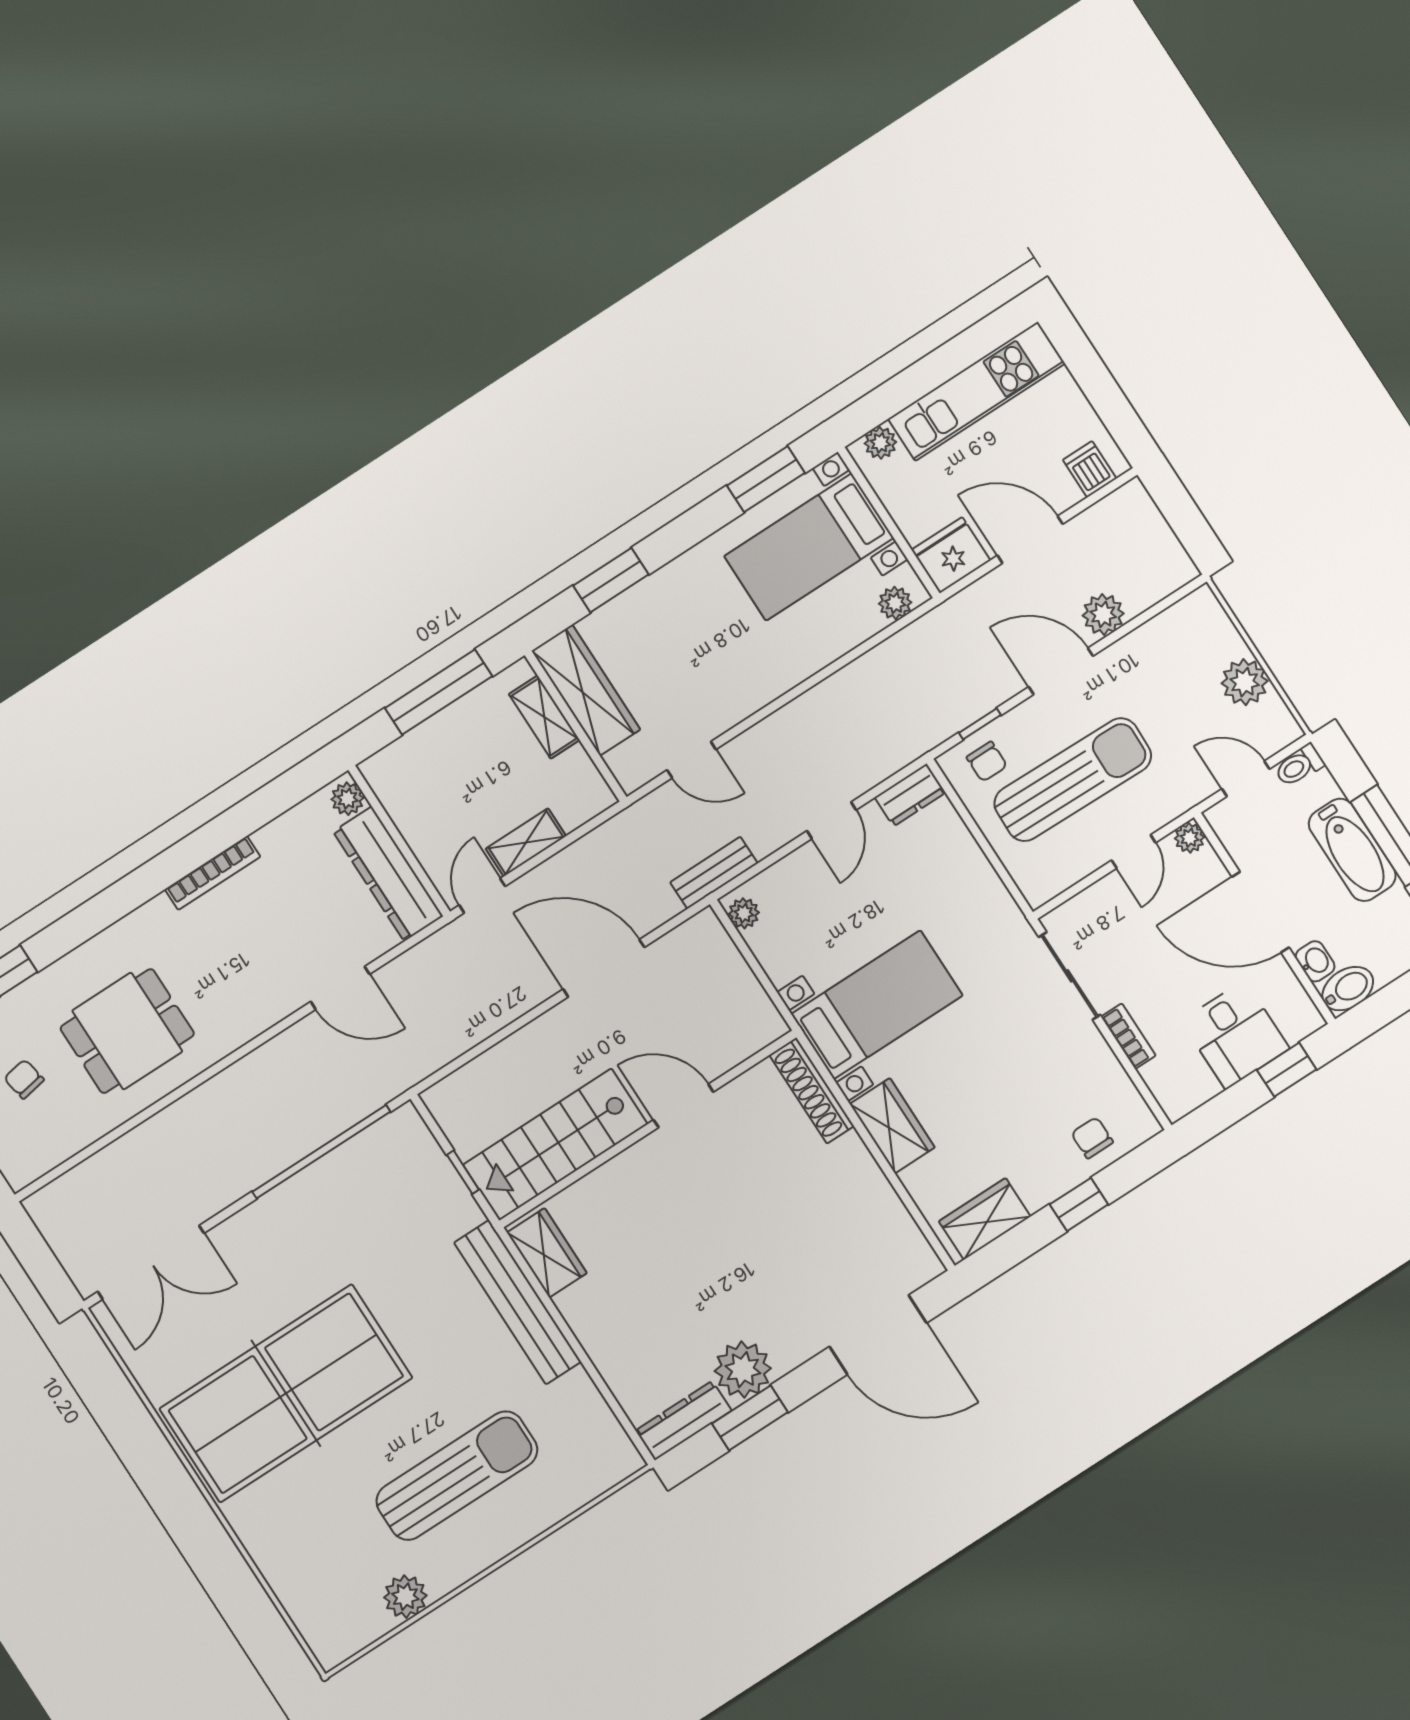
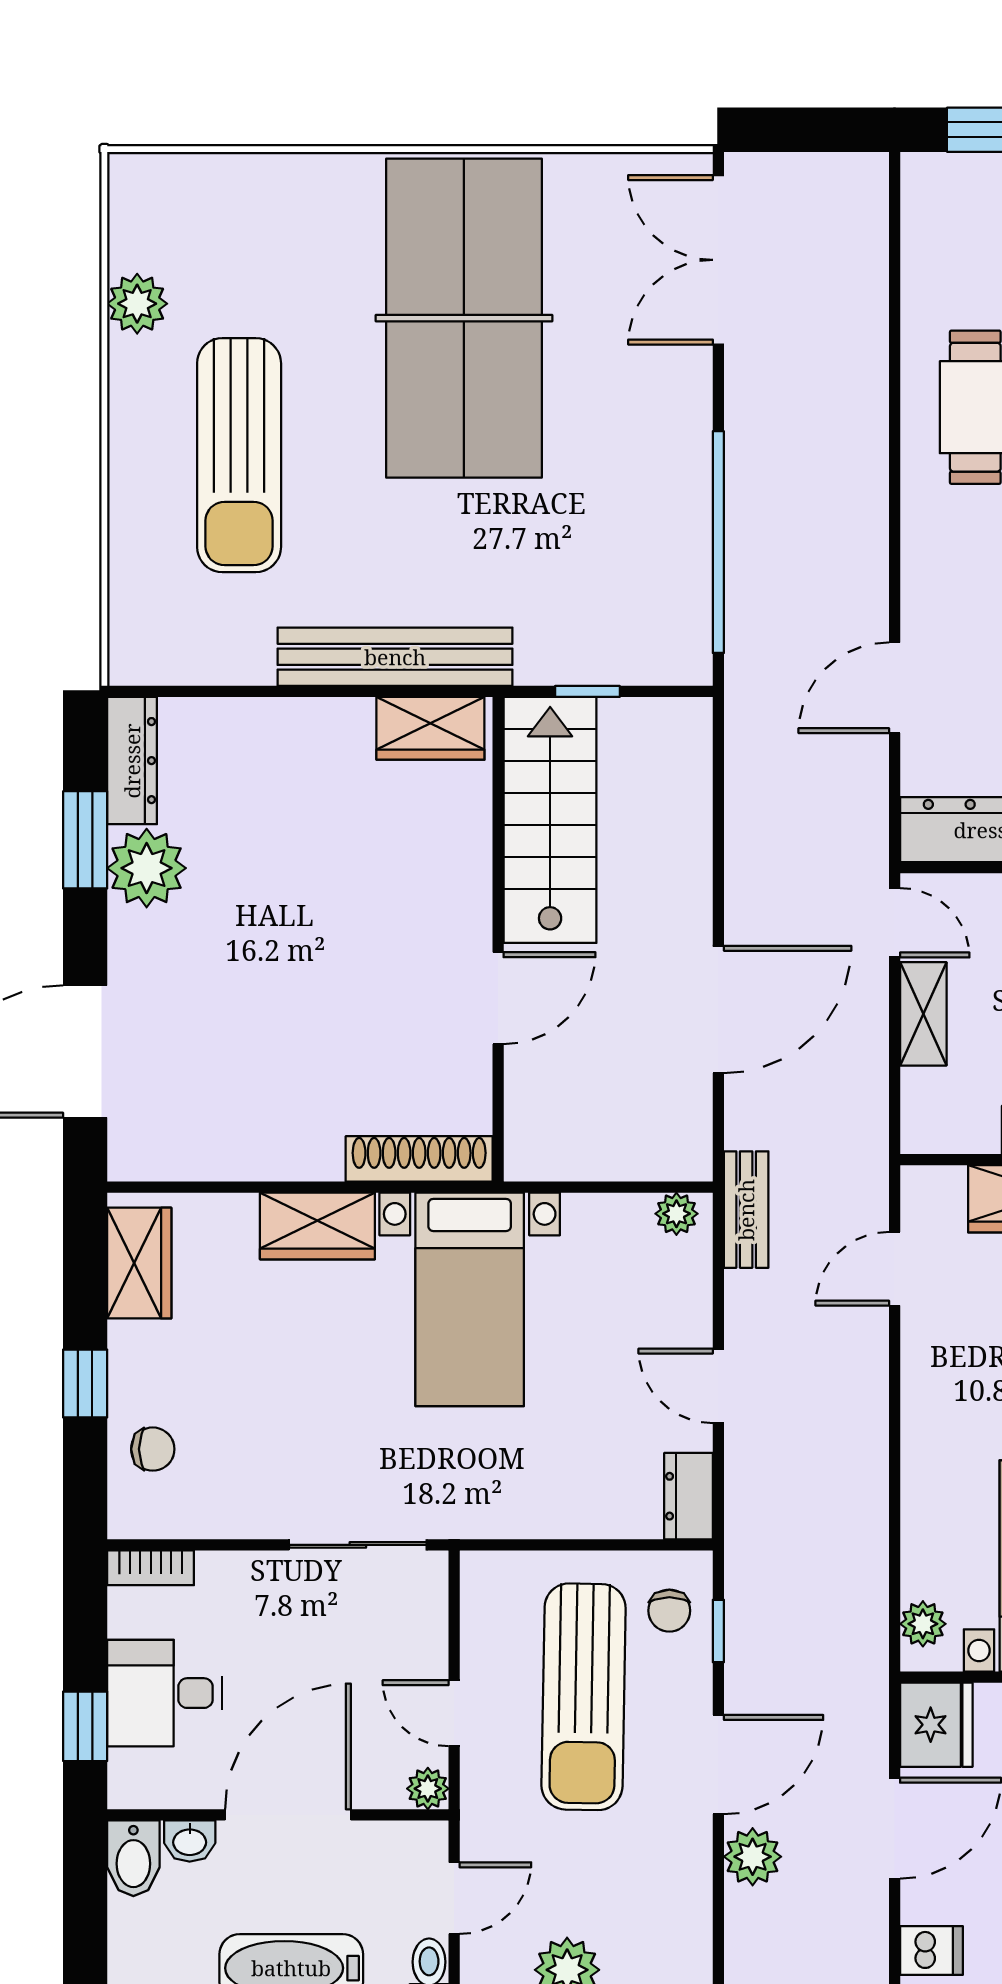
chair: (987, 762) -> (669, 1611), turned -90
bookcase: (1128, 1036) -> (151, 1568), moved

